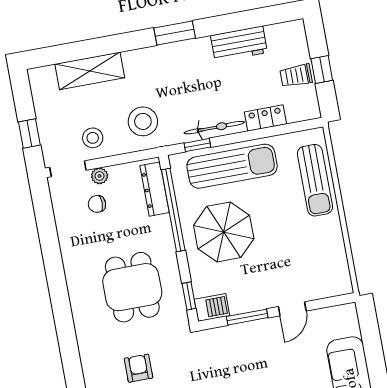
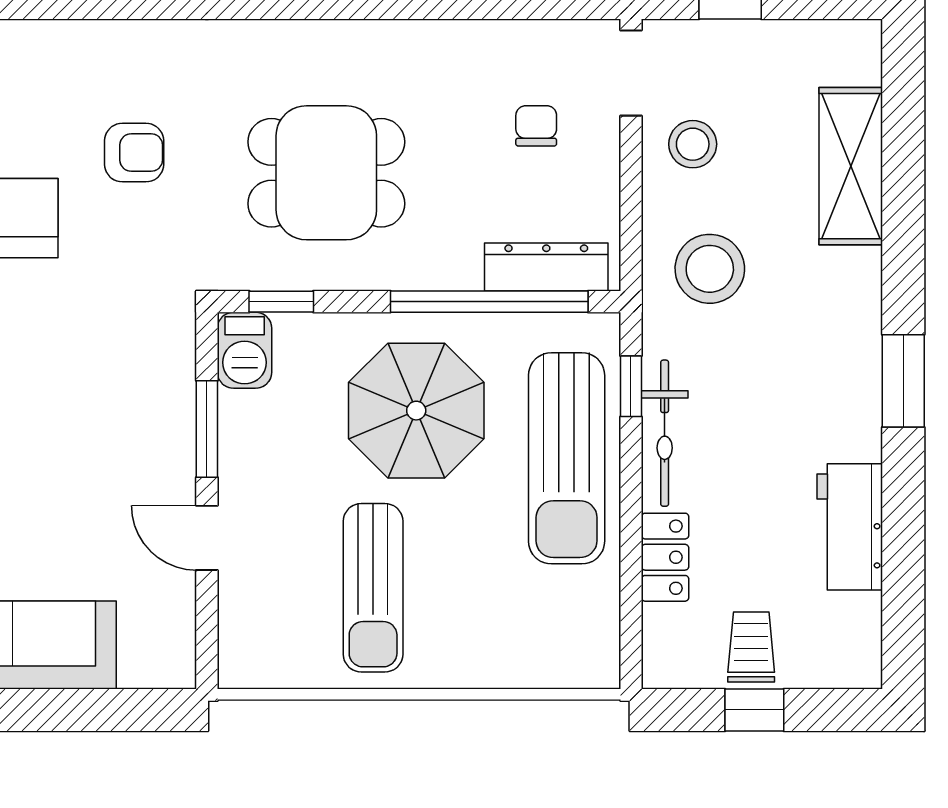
plant: (100, 176) -> (601, 144), removed
sun lounger: (315, 180) -> (373, 588), moved, turned -90

